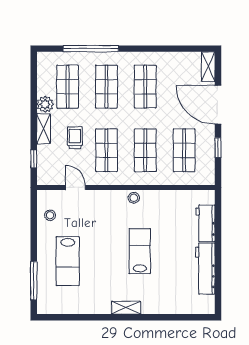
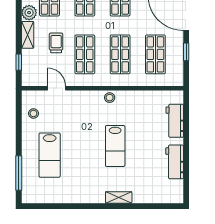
lab bench: (140, 251) -> (115, 146), turned 180
workbench: (205, 269) -> (175, 162), width x0.73
shelving: (126, 308) -> (119, 197), moved

